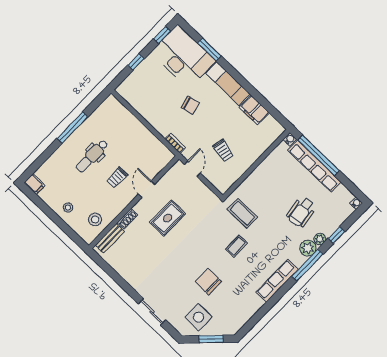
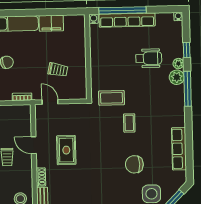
wheelchair: (301, 212) -> (149, 58), turned -81
row of seats: (277, 281) -> (179, 149), moved

